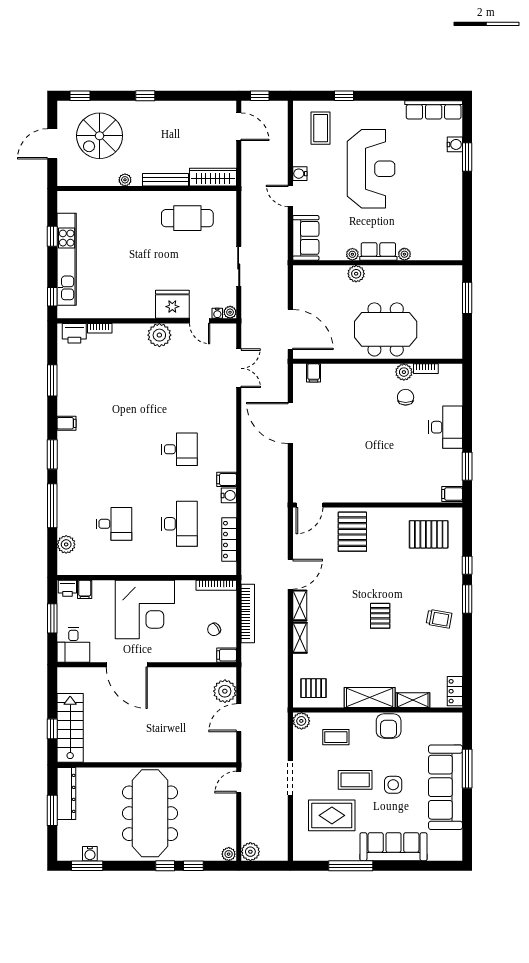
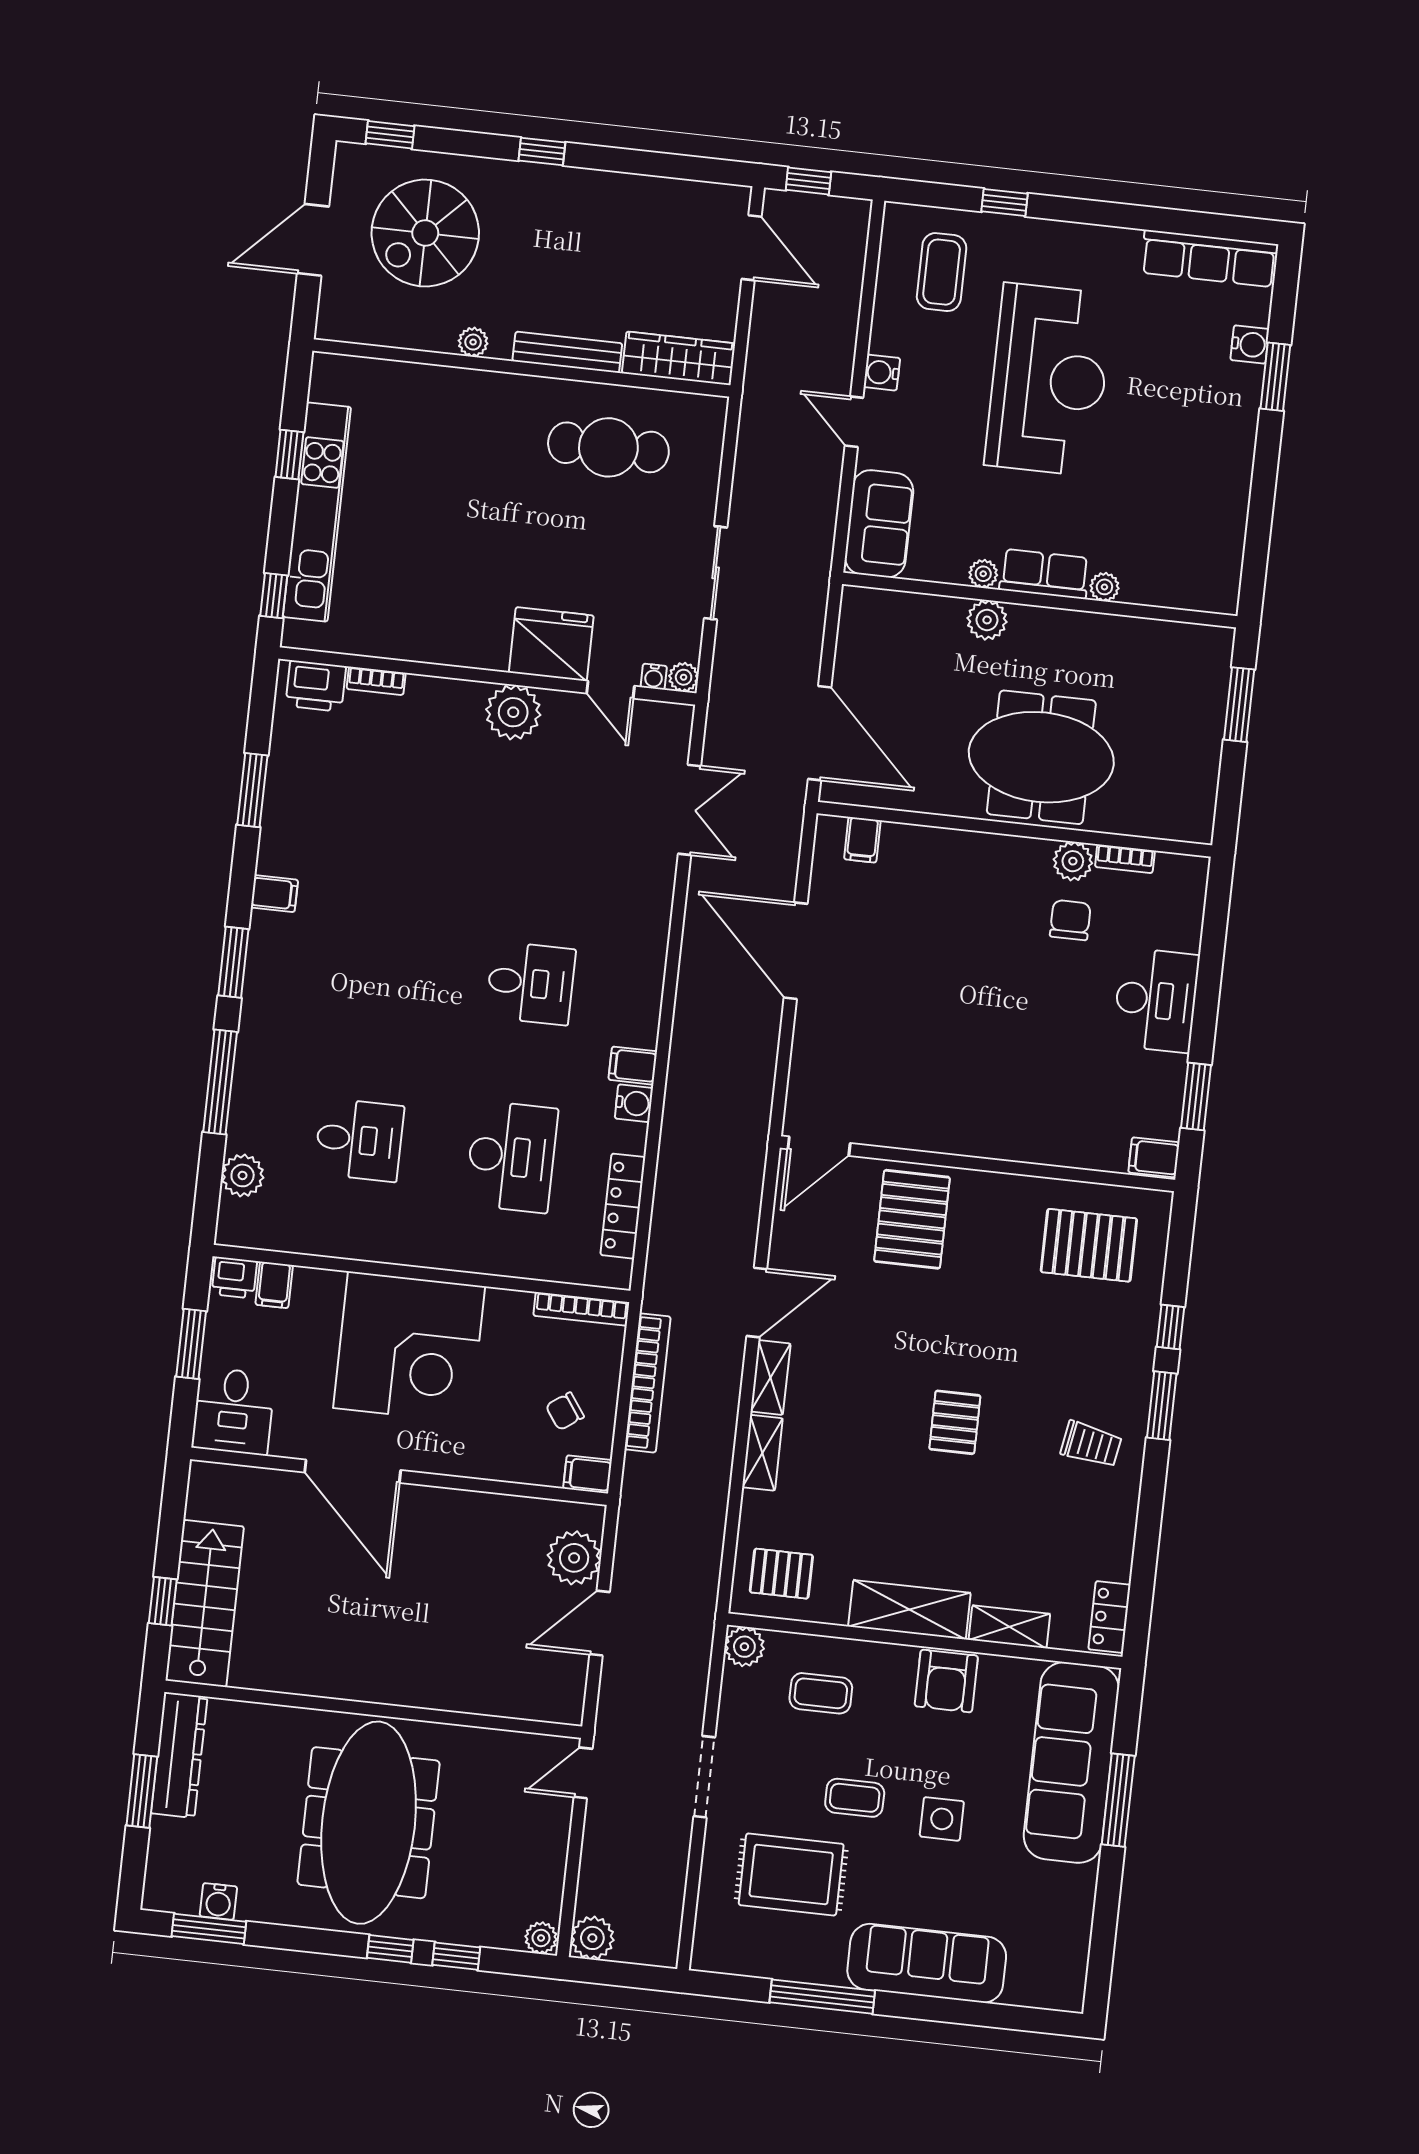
coffee table: (355, 780) -> (855, 1798), width x0.73, depth x0.77
sofa: (445, 787) -> (1071, 1763), moved

